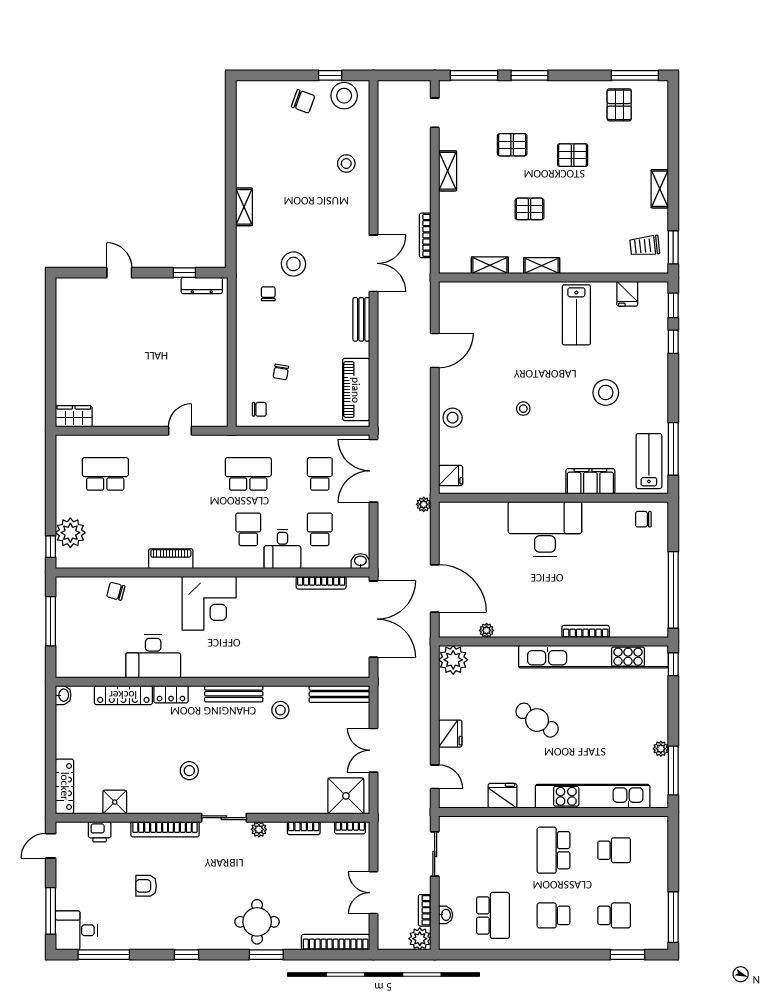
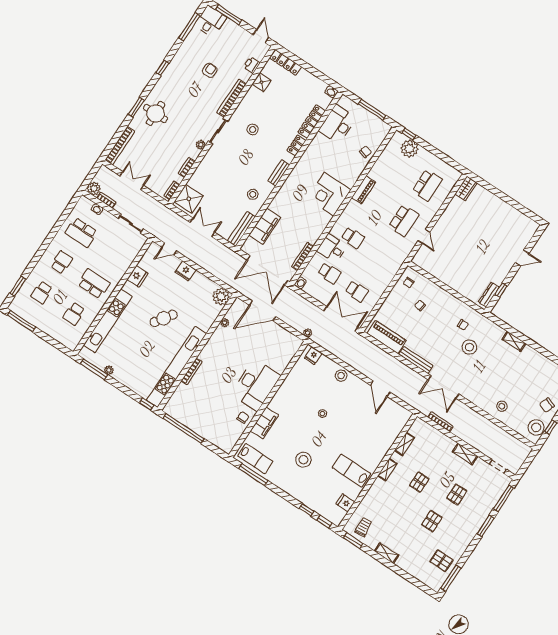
bench: (361, 319) -> (416, 360), width x1.36
school desk: (248, 474) -> (404, 221), moved
chair: (643, 519) -> (243, 417), moved
desk: (153, 656) -> (337, 124), moved
filing cabinet: (314, 664) -> (265, 226), added
bench: (234, 694) -> (279, 173), width x0.73

